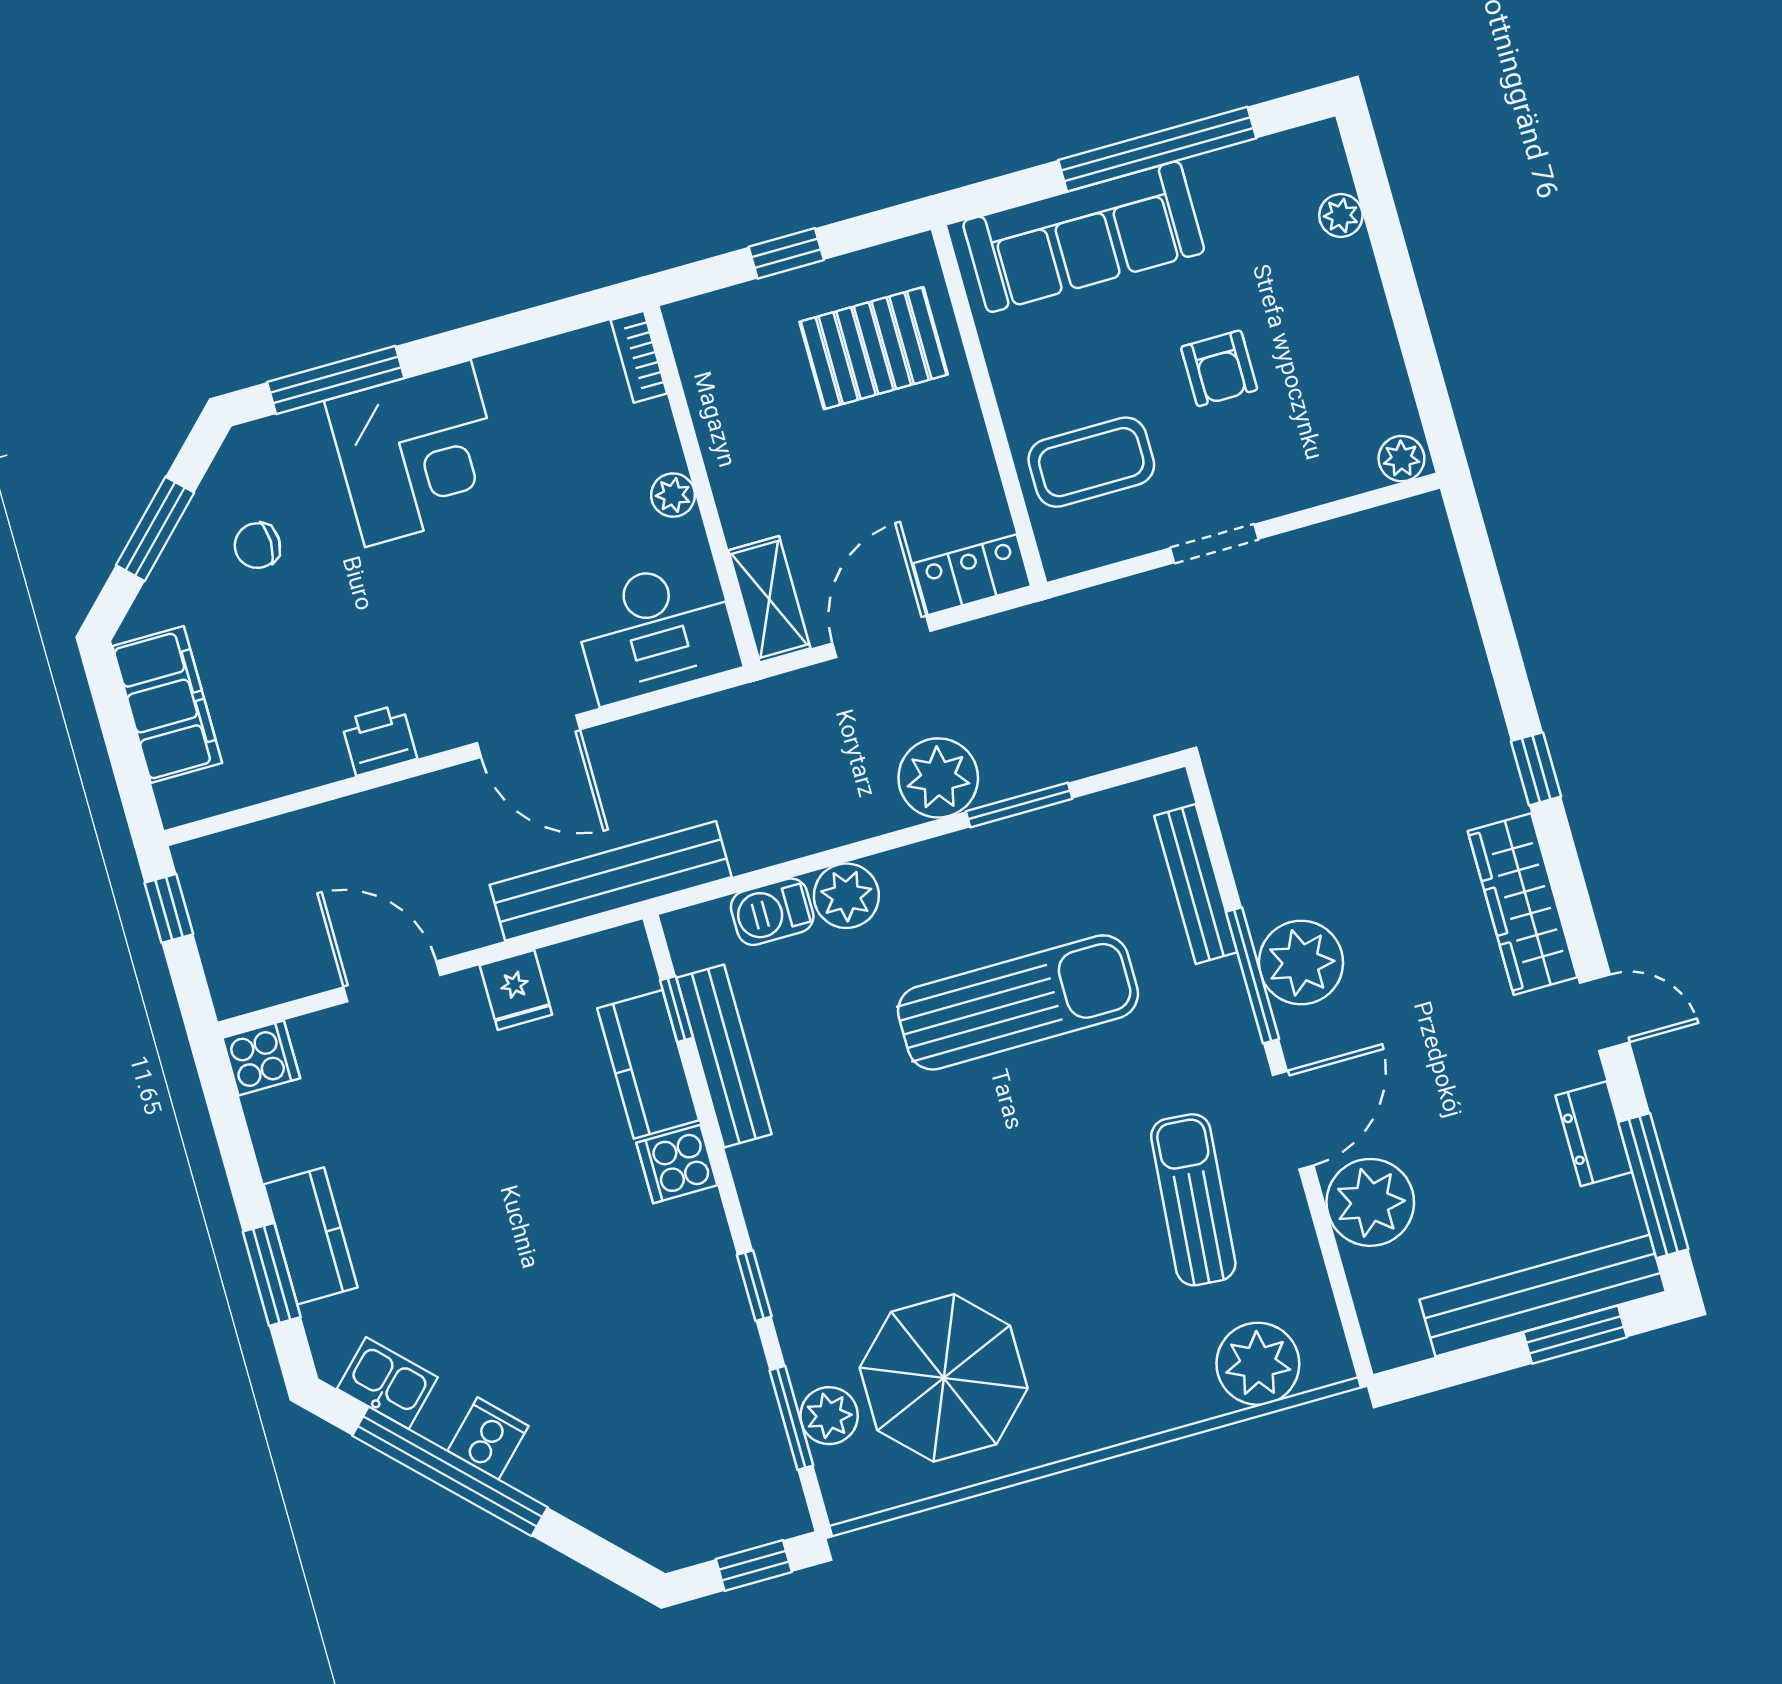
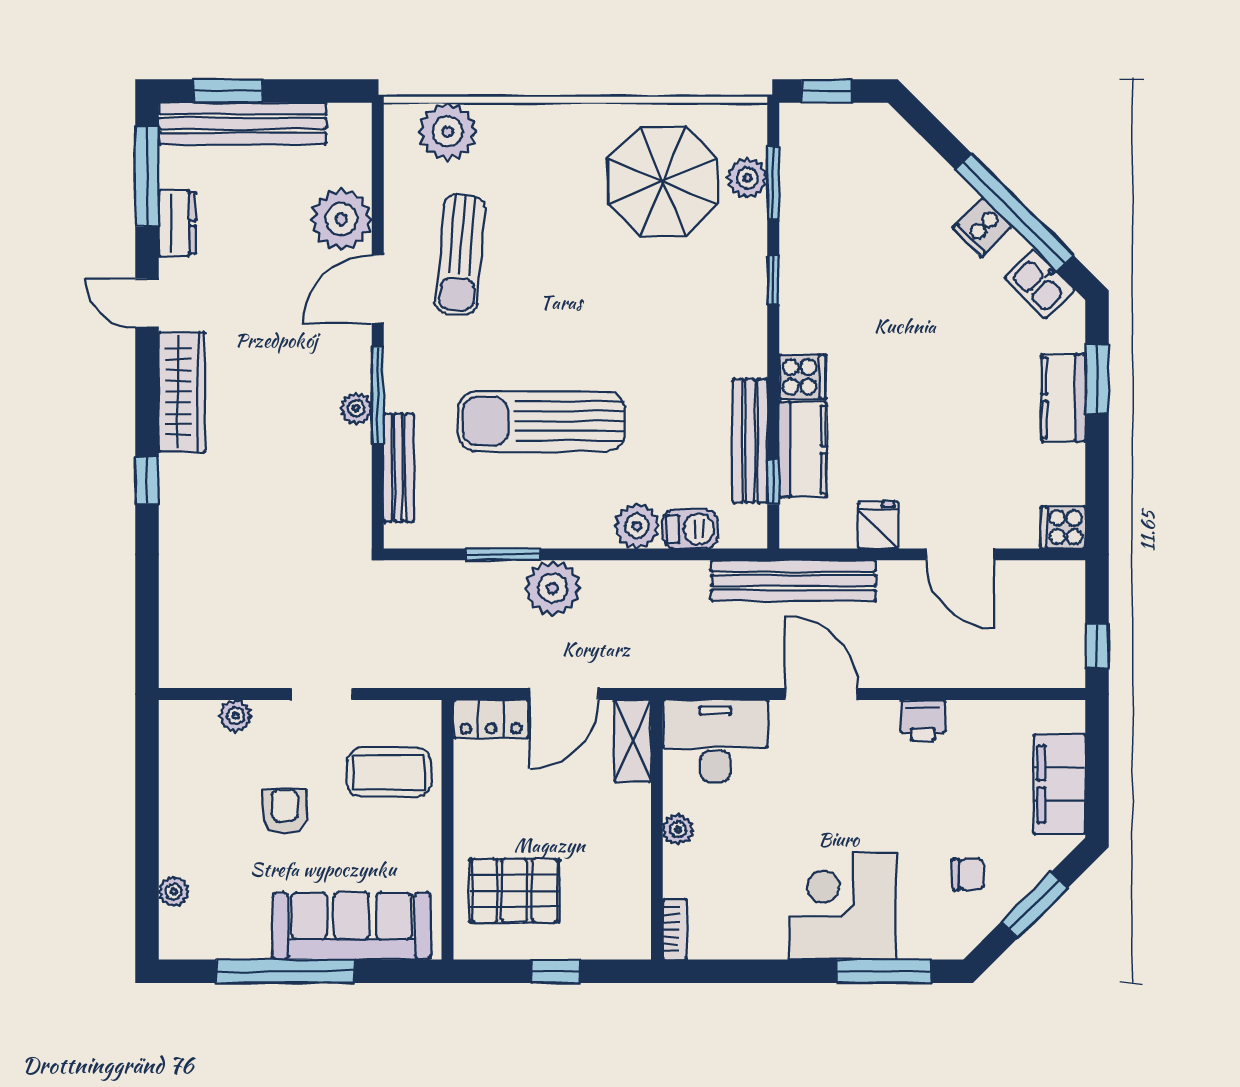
plant: (1401, 459) -> (236, 716), moved
plant: (1301, 963) -> (356, 408), width x0.53, depth x0.53

